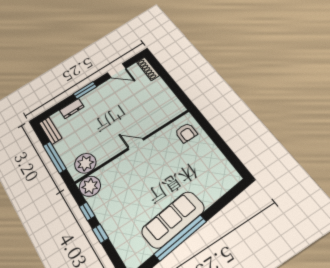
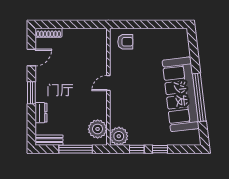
sofa: (173, 220) -> (181, 94), width x1.36, depth x1.27

